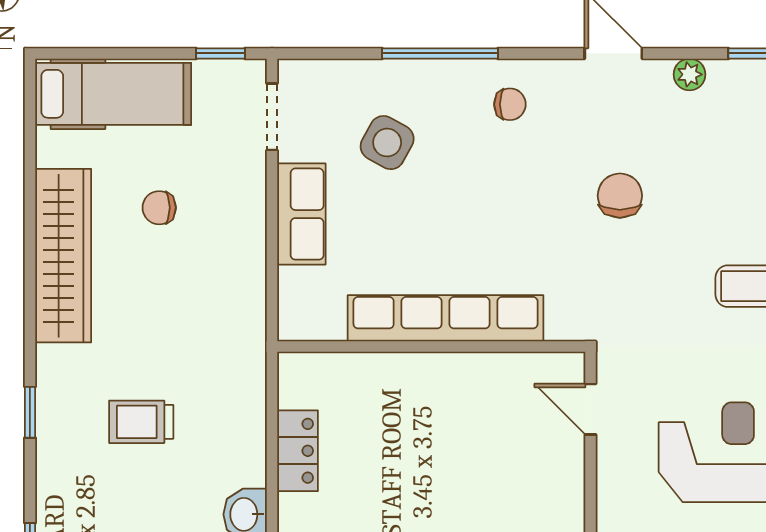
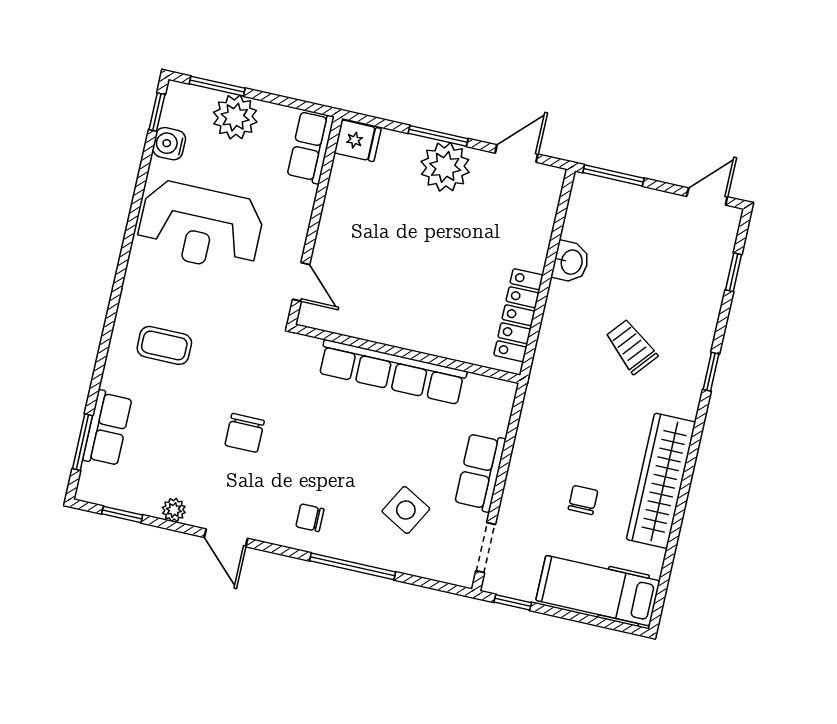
chair: (159, 208) -> (583, 500), turned -90
trolley: (141, 422) -> (631, 347), turned -140
locker: (298, 451) -> (518, 315), width x1.53

